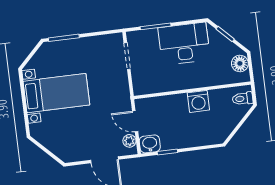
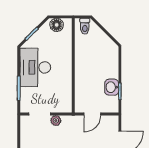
washing machine: (198, 101) -> (83, 62), removed
plant: (129, 141) -> (56, 121), moved
washbasin: (150, 144) -> (112, 87), moved

